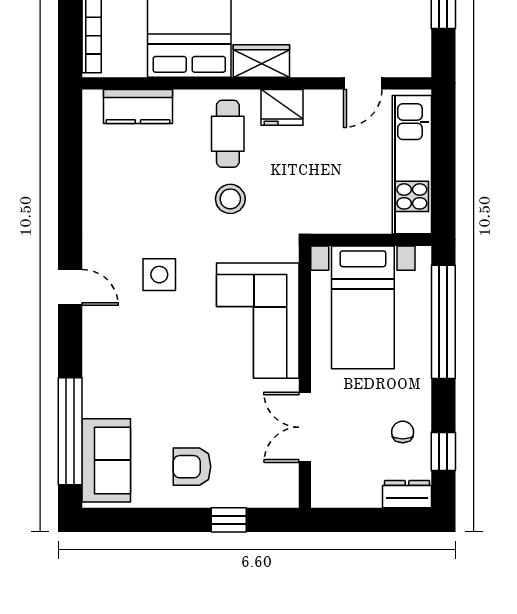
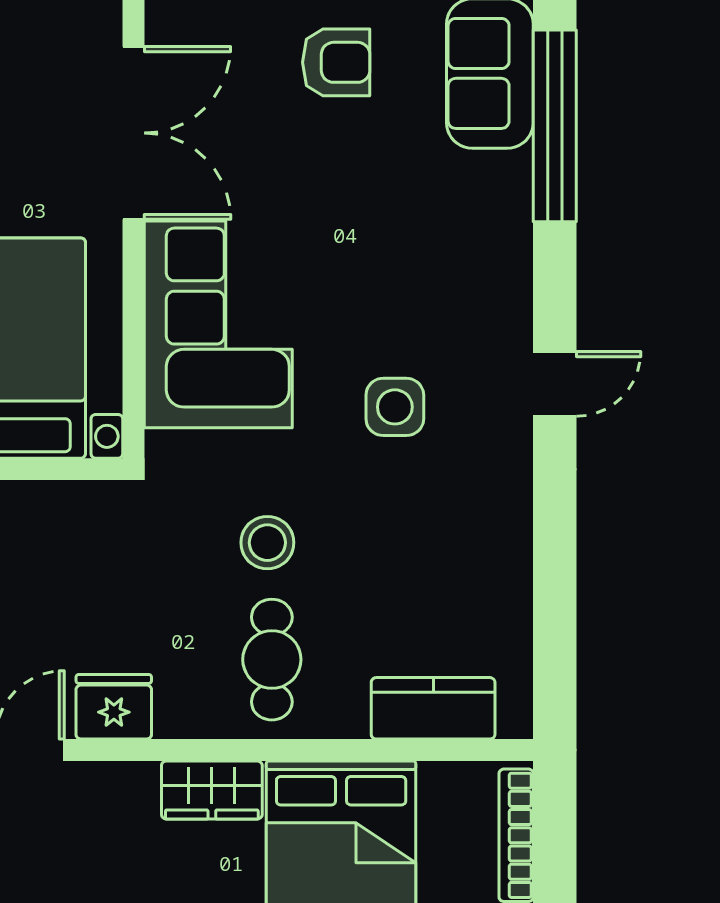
fridge: (282, 107) -> (114, 707), moved
door: (70, 287) -> (555, 384), swing flipped
double door: (305, 427) -> (134, 133), width x1.37

